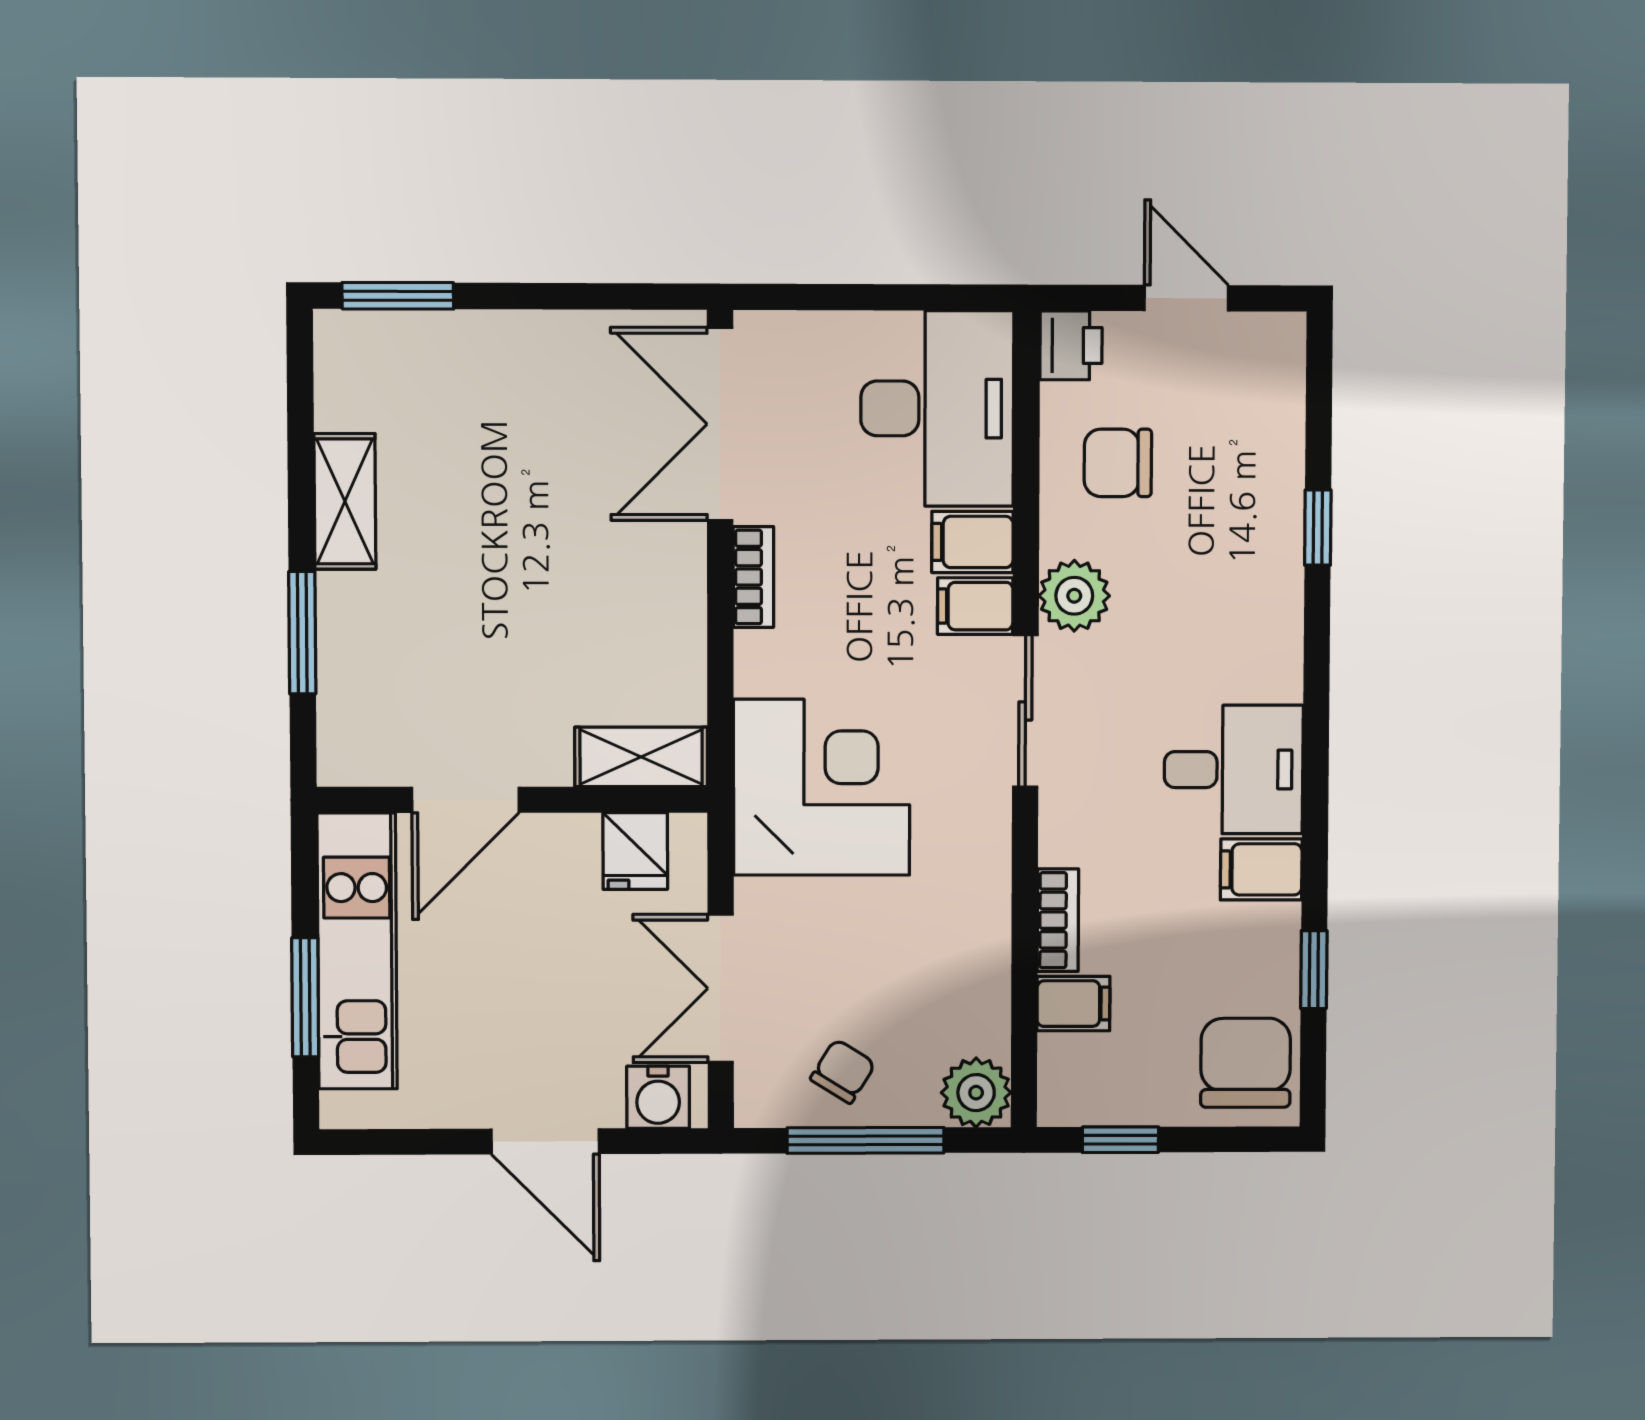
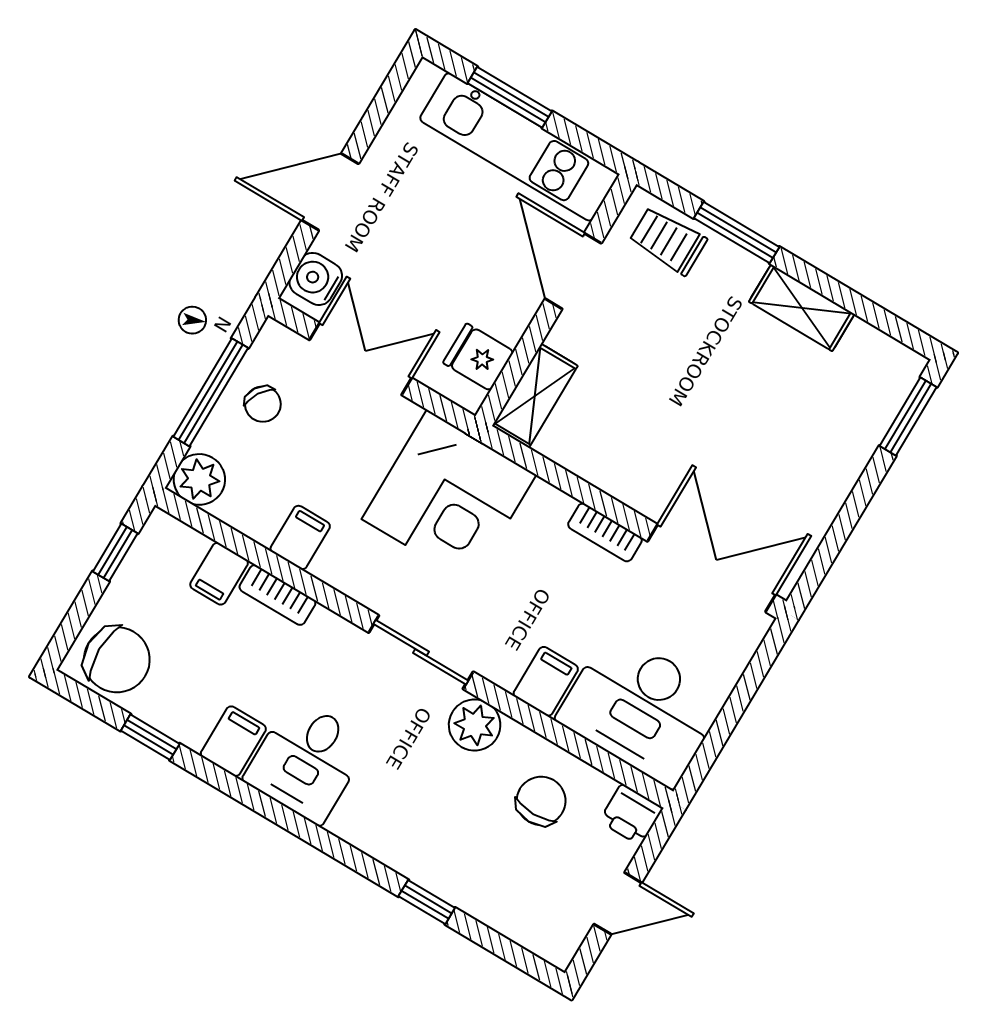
filing cabinet: (975, 606) -> (300, 538), moved
trolley: (362, 709) -> (668, 241), added

